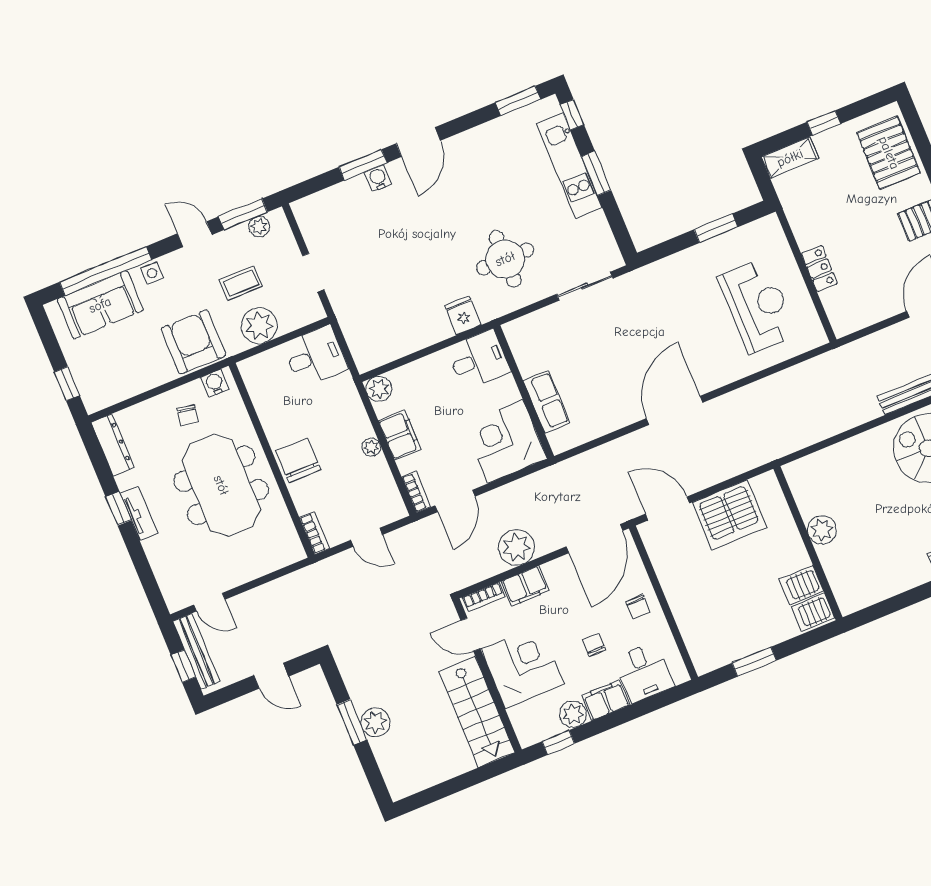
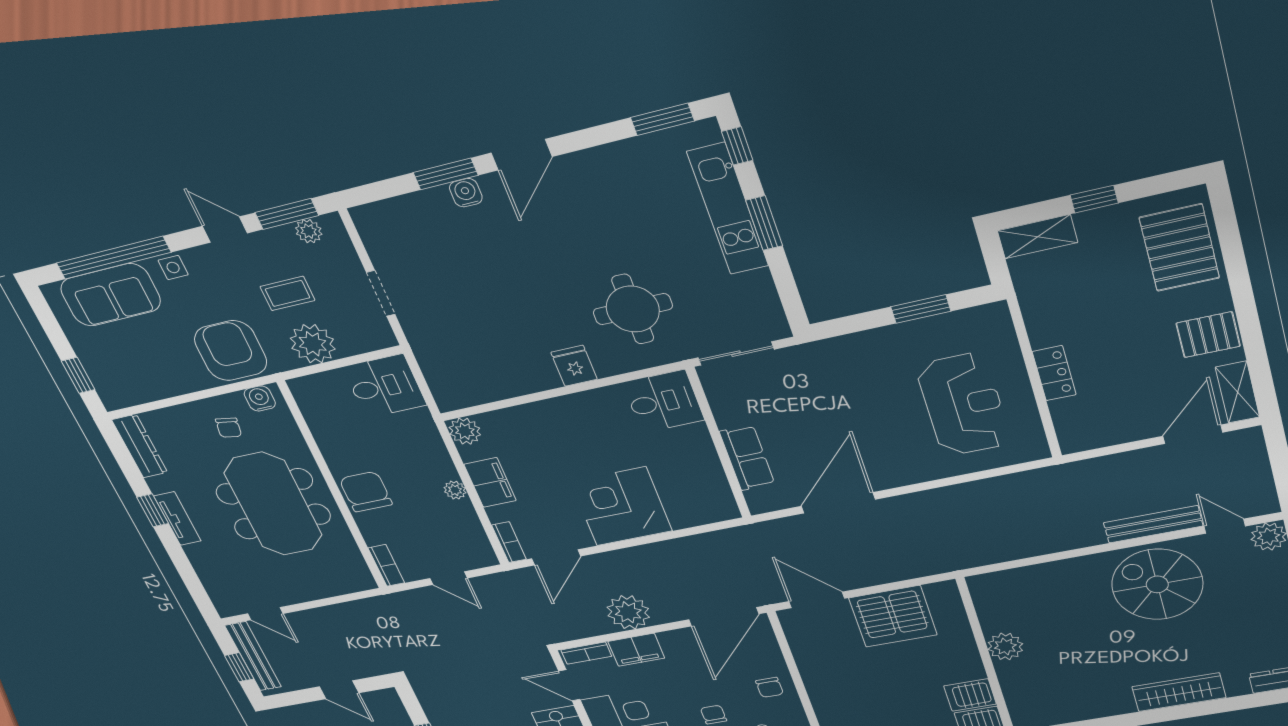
desk: (479, 360) -> (663, 401), moved
wall: (524, 392) -> (719, 444), moved
row of seats: (546, 402) -> (747, 458), moved

